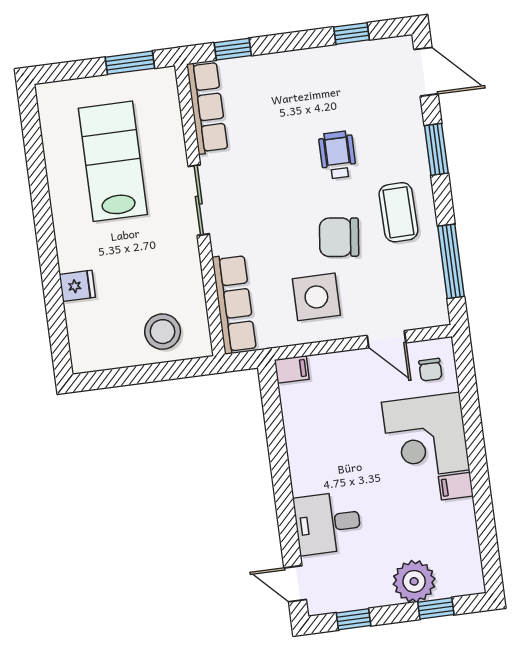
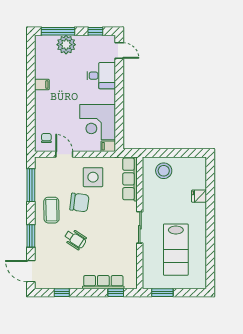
row of seats: (207, 107) -> (103, 282), moved, turned 90
wheelchair: (338, 155) -> (75, 239), turned -57
corner desk: (426, 436) -> (98, 122), moved, turned 180
window: (436, 608) -> (58, 31), width x2.17

